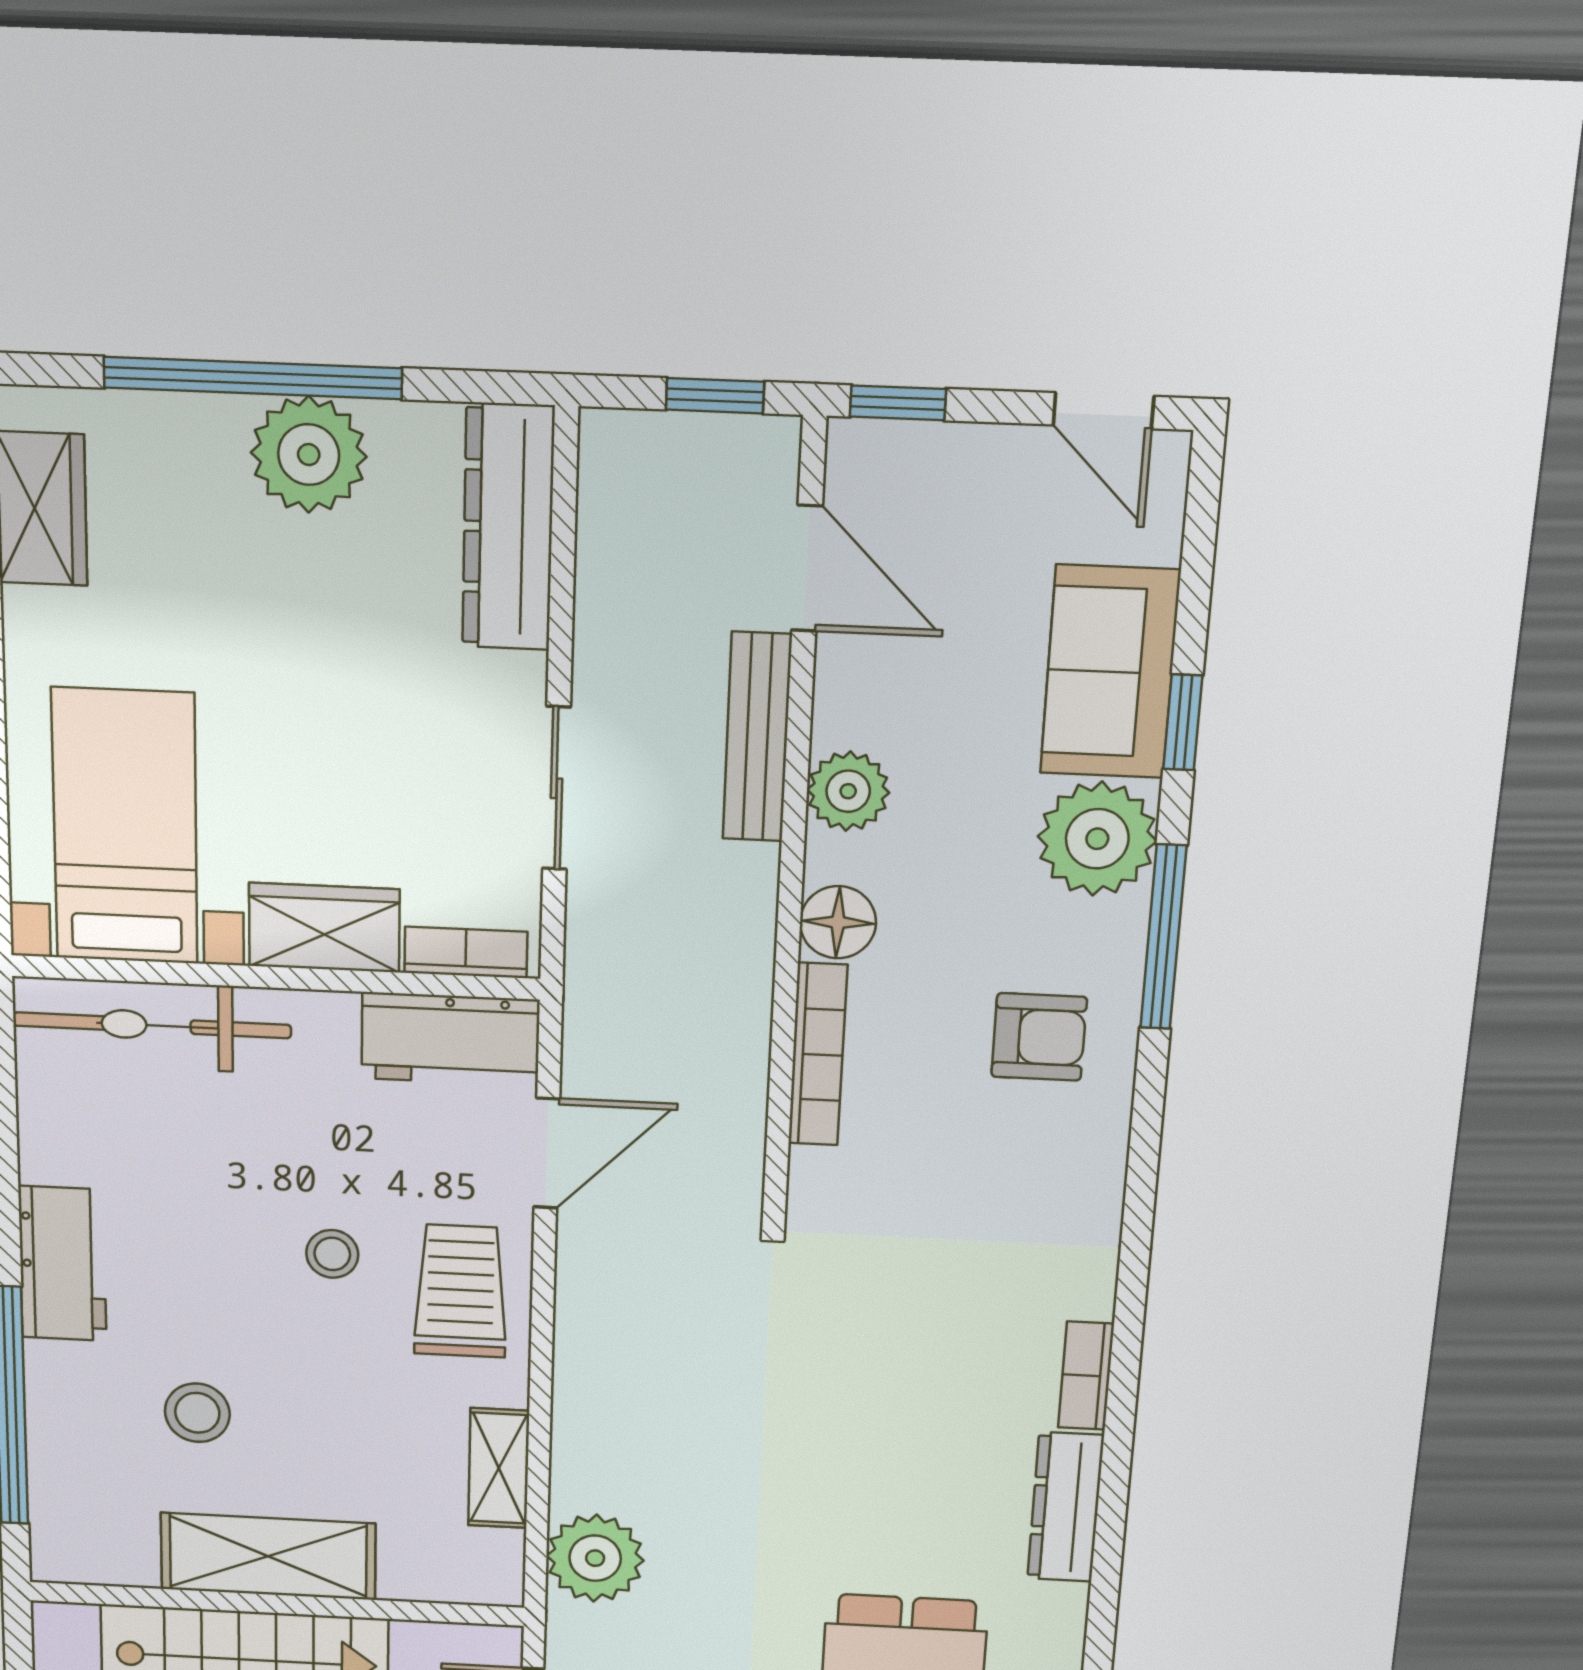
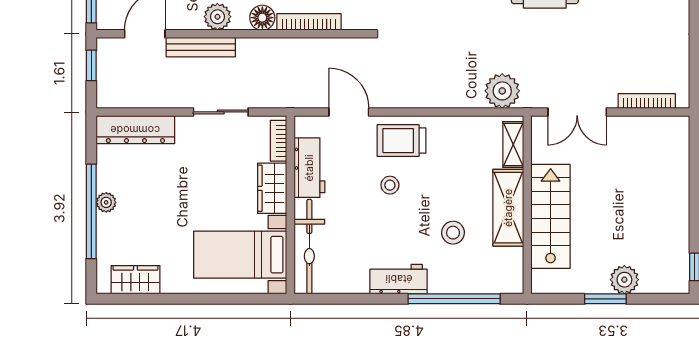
plant: (309, 455) -> (106, 202), width x0.53, depth x0.53
workbench: (450, 1039) -> (309, 168), moved
shelving: (499, 1468) -> (513, 144), moved, turned 90

